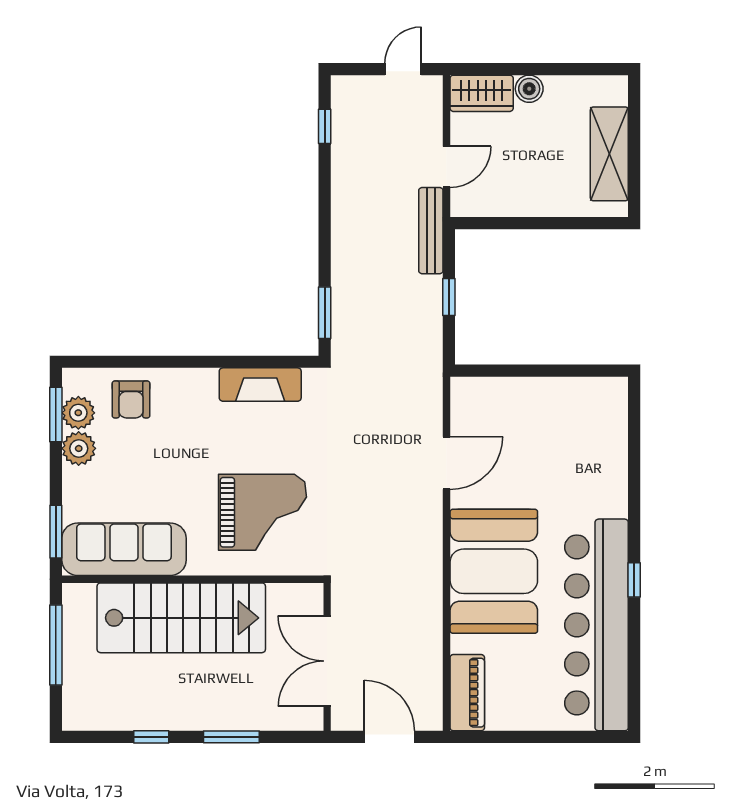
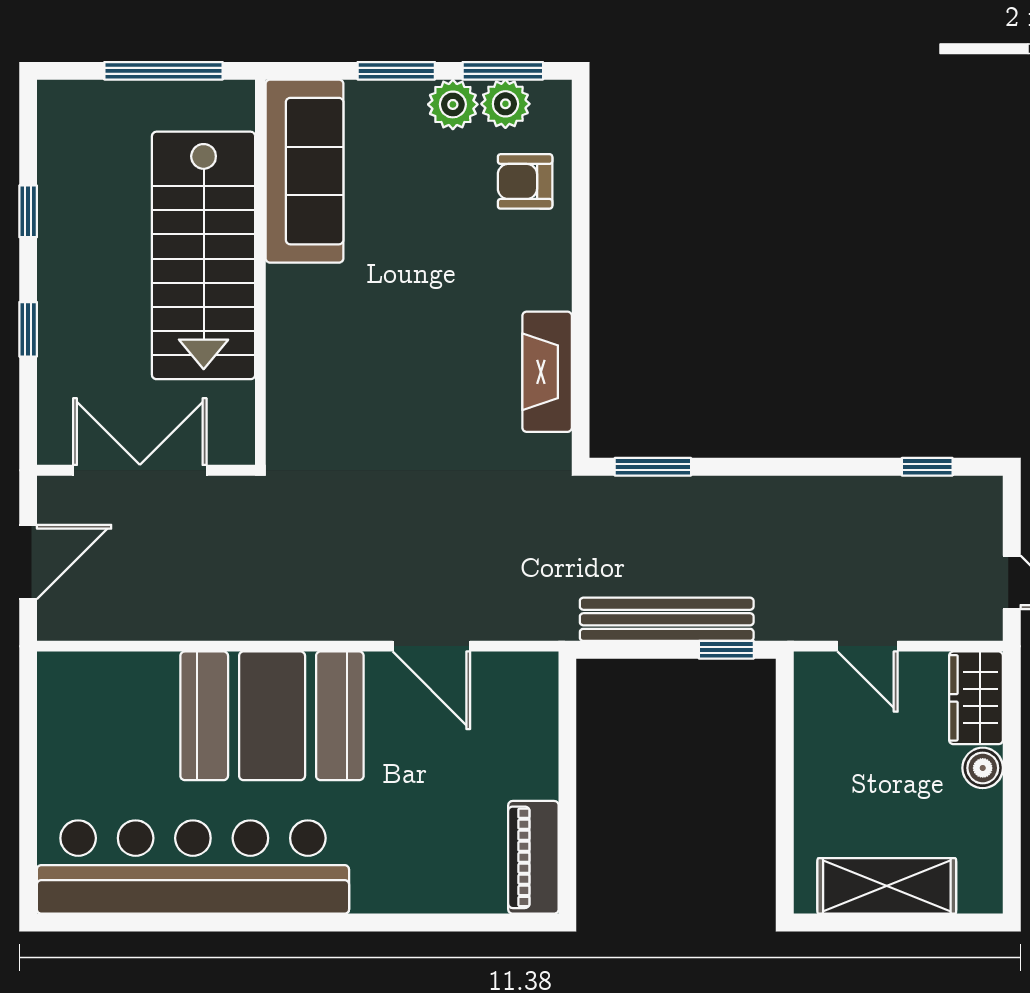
bench: (431, 231) -> (667, 619), moved, width x1.37, depth x1.21
window: (449, 297) -> (726, 650), moved
grand piano: (263, 512) -> (359, 375), removed
window: (56, 532) -> (396, 71), moved
window: (634, 580) -> (259, 922), removed
piano: (467, 693) -> (533, 857), moved, turned 90
window: (231, 737) -> (28, 329), width x0.67

